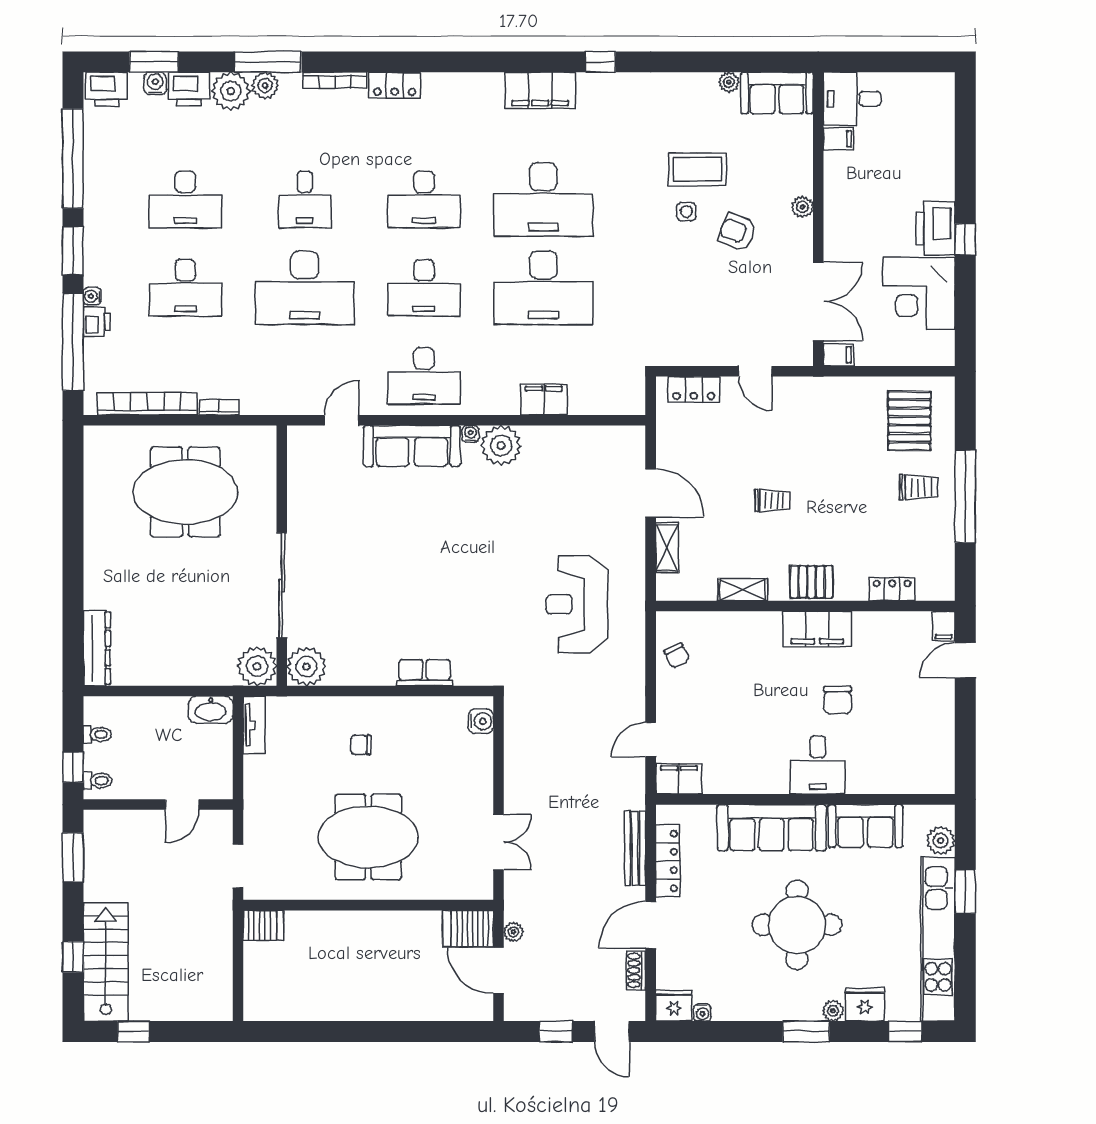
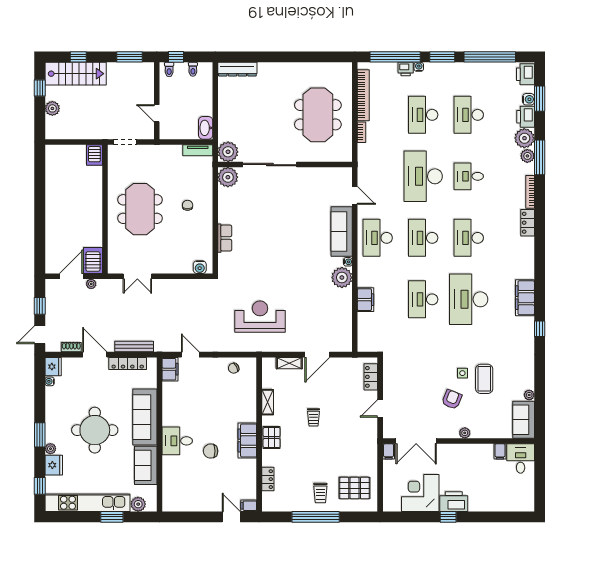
desk: (543, 288) -> (423, 299), width x0.73, depth x0.77
plant: (173, 1007) -> (52, 108), added

